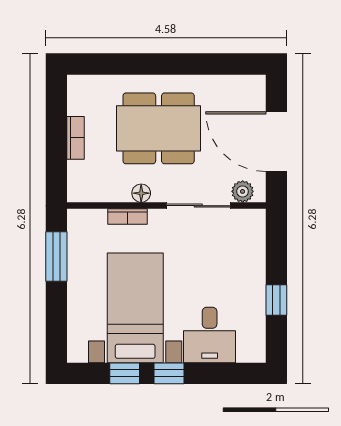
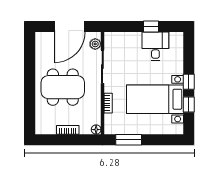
dining table: (159, 128) -> (63, 87), turned 90
floor lamp: (141, 193) -> (96, 130), moved
desk: (210, 335) -> (155, 46), moved, turned -90

